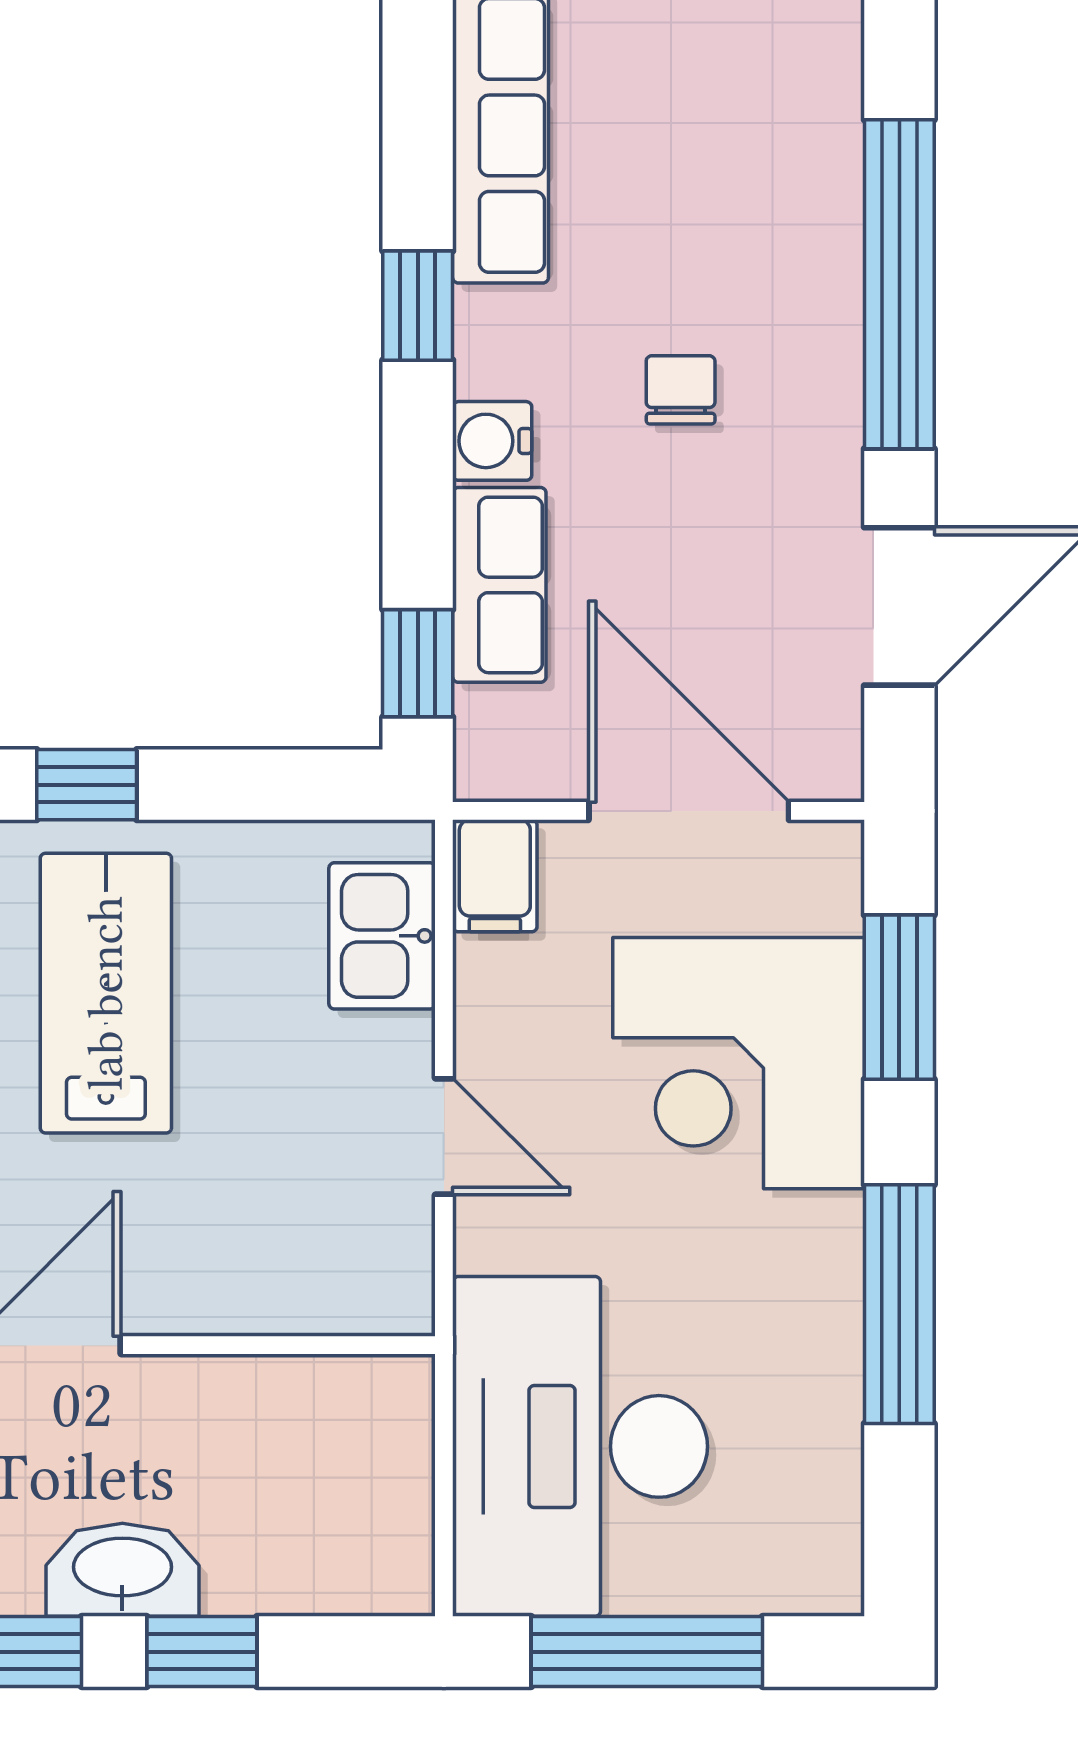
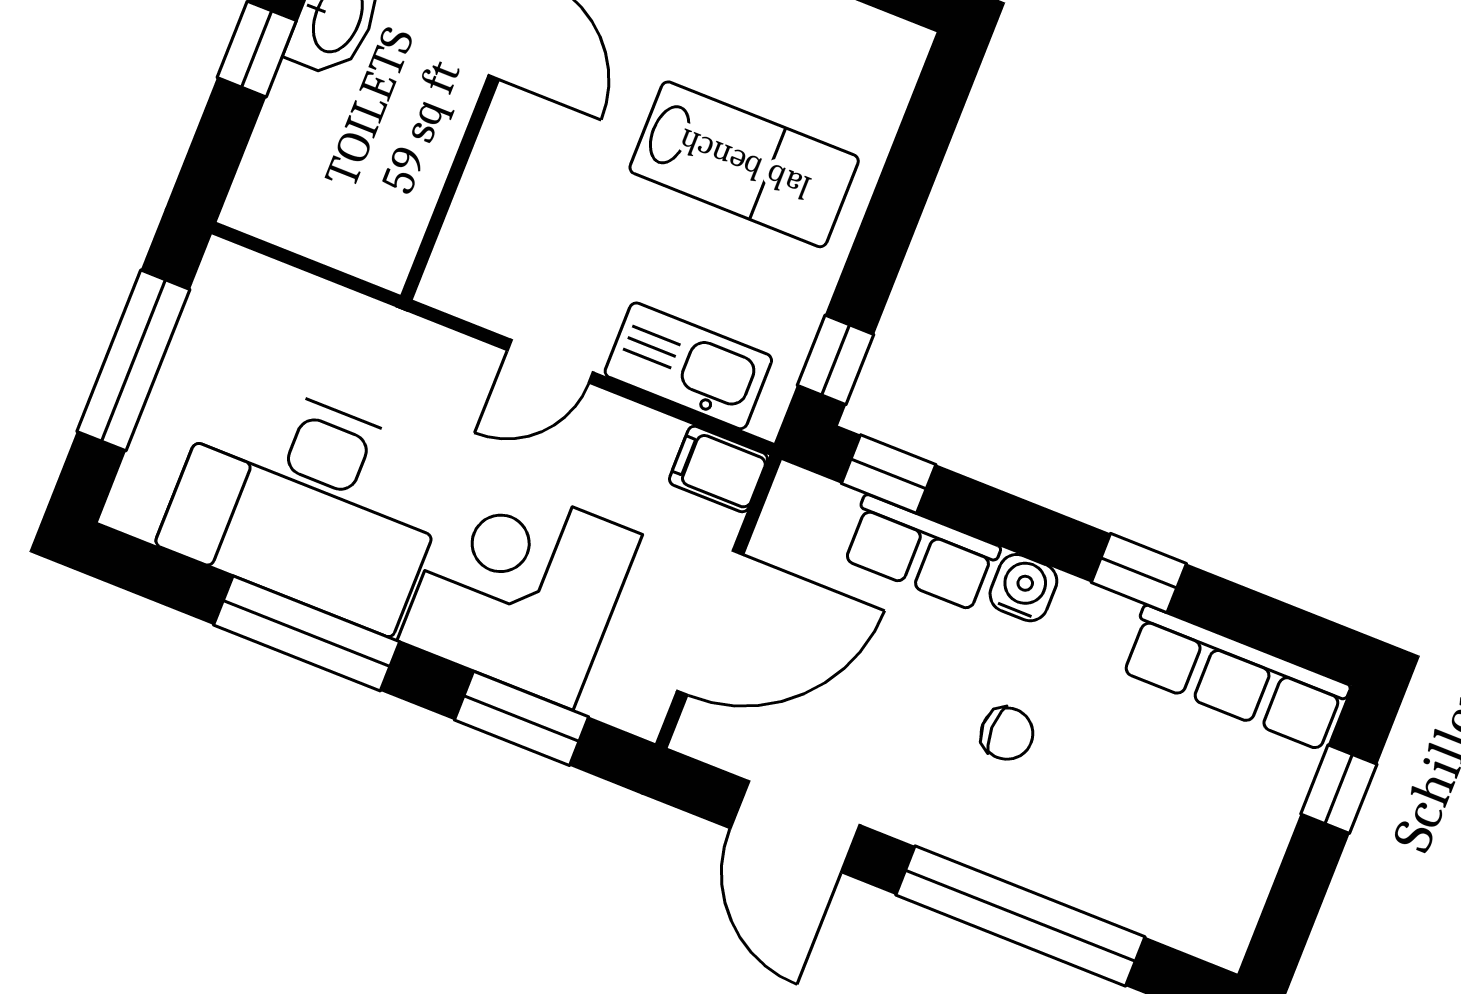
window: (87, 785) -> (835, 360), moved
kitchen sink: (382, 936) -> (688, 366), width x1.38
desk: (580, 1446) -> (308, 503), moved, turned 180

